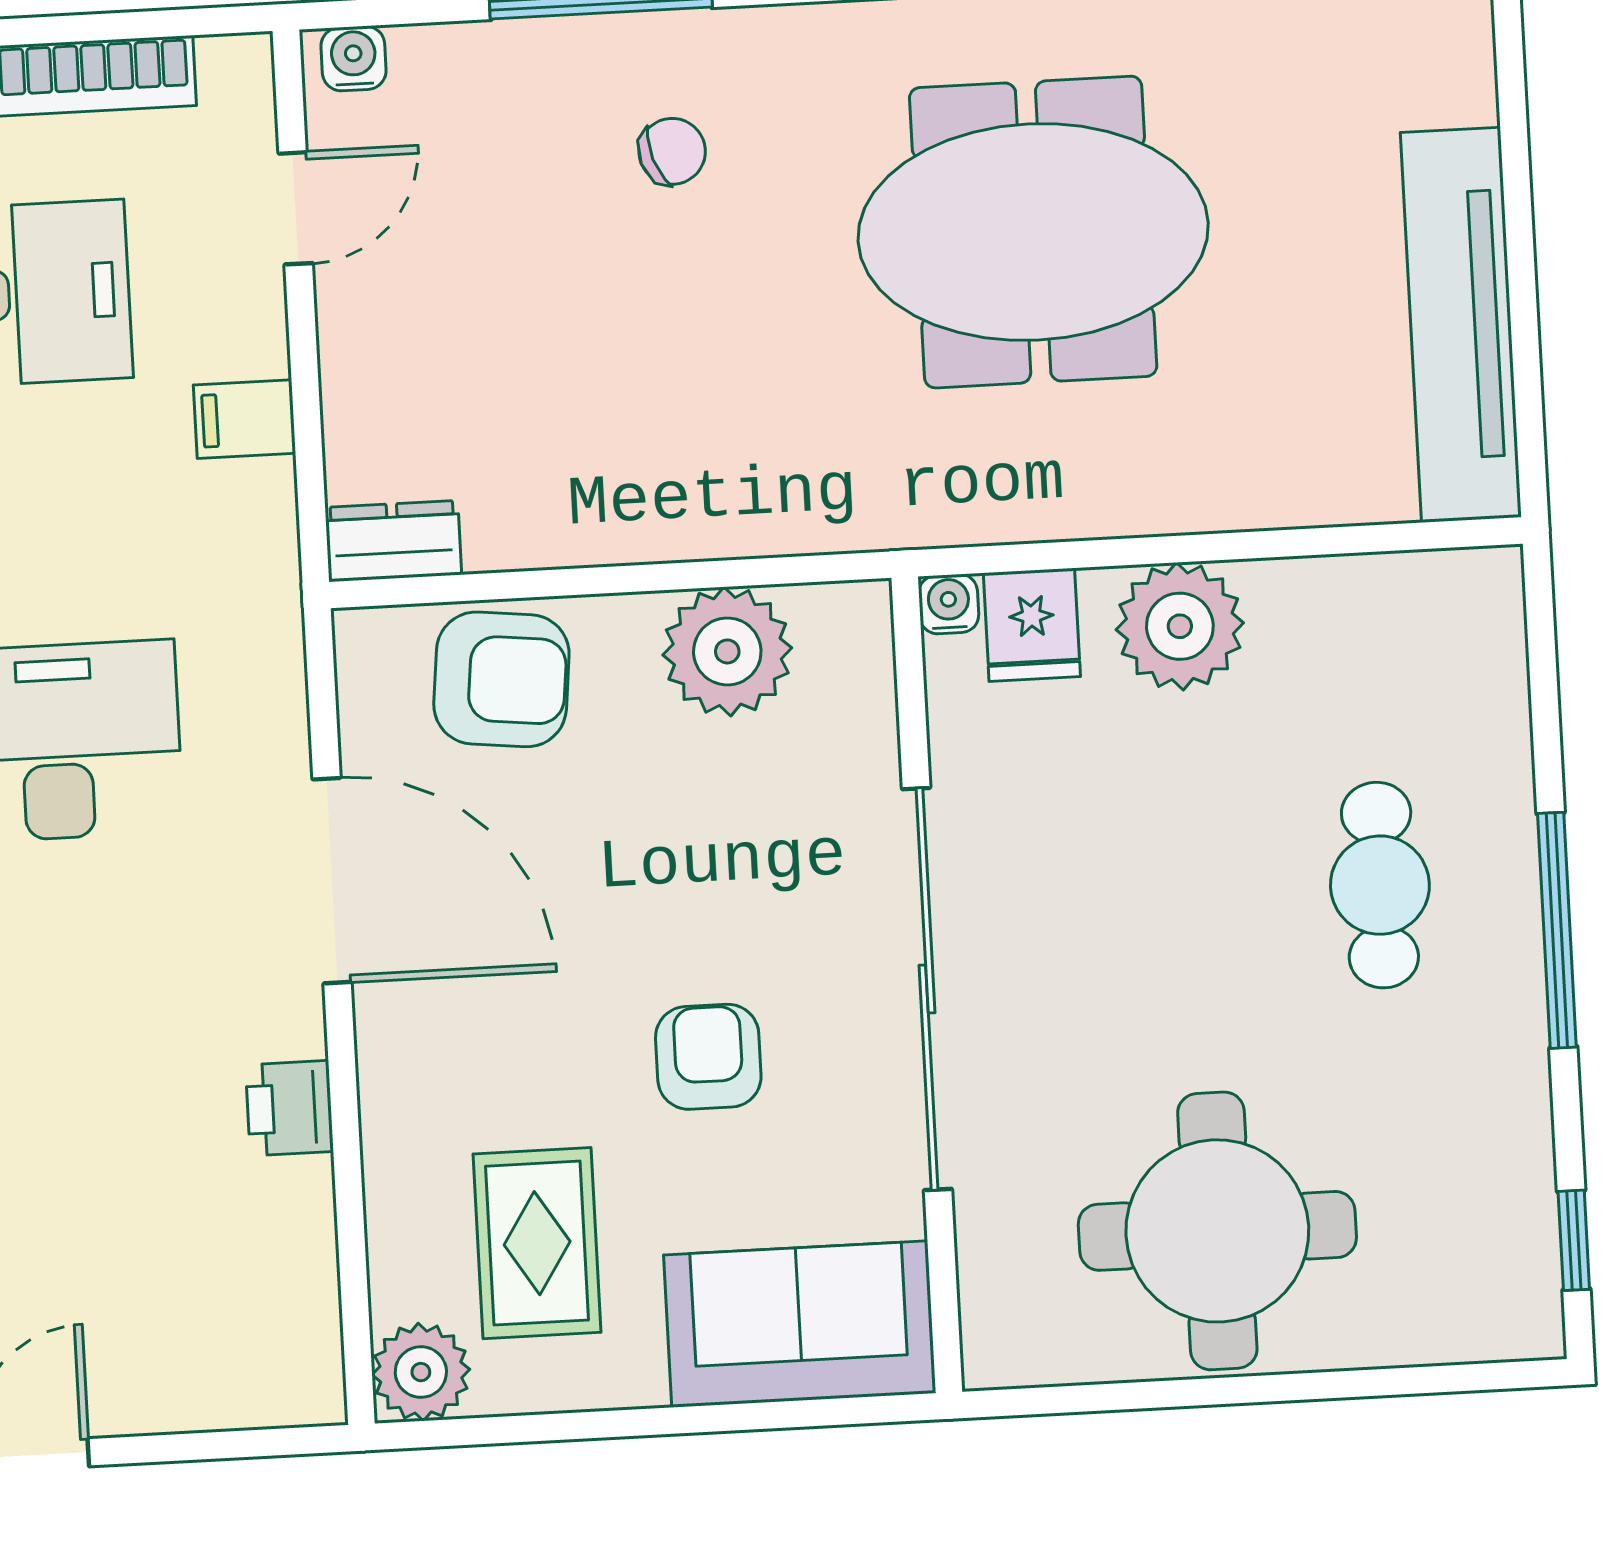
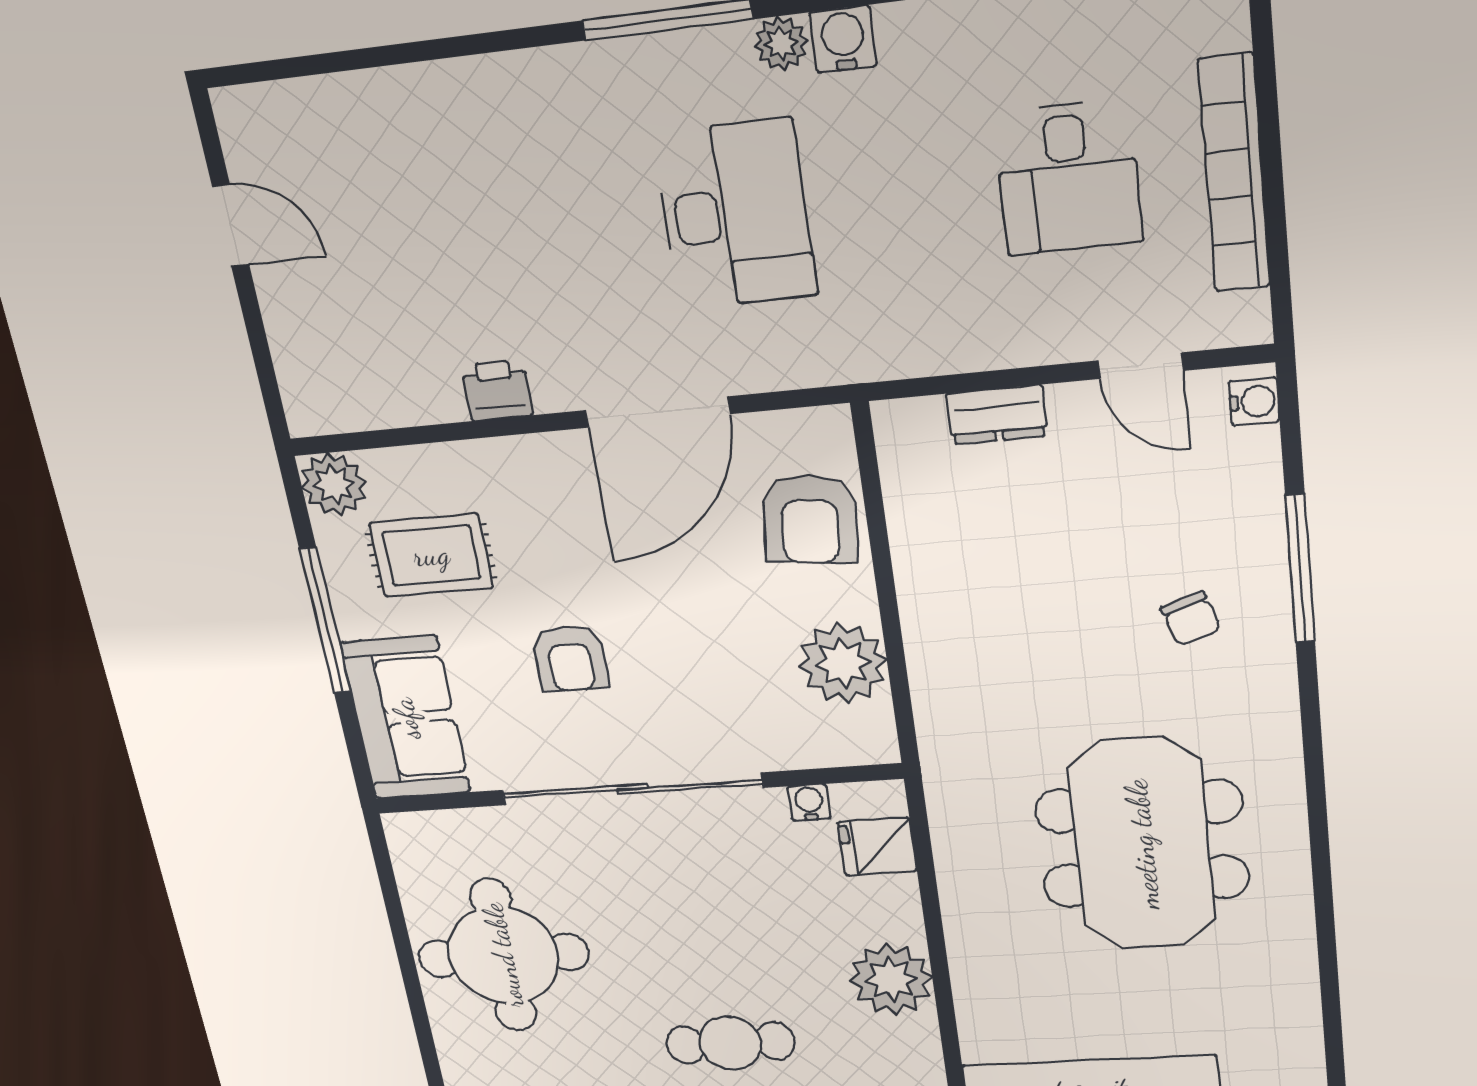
filing cabinet: (245, 419) -> (983, 337), removed
dresser: (393, 541) -> (997, 415), moved, turned 90
water cooler: (949, 604) -> (809, 803), moved, turned -90
plant: (1180, 626) -> (891, 979), moved
armchair: (708, 1057) -> (570, 658), turned 90
window: (636, 1423) -> (325, 620), added

